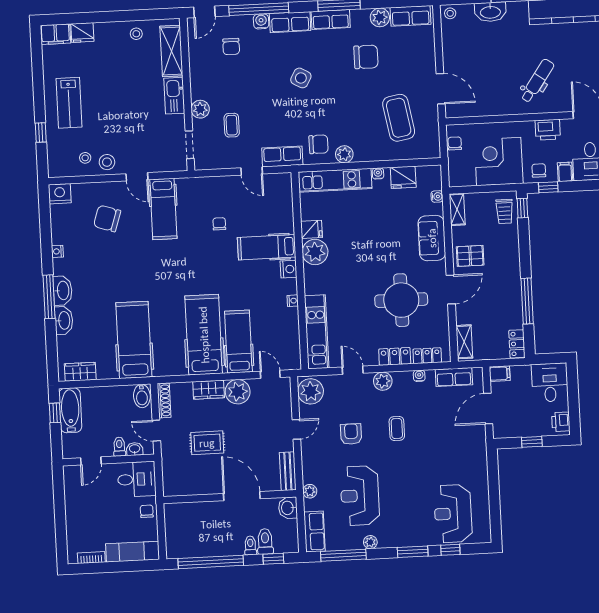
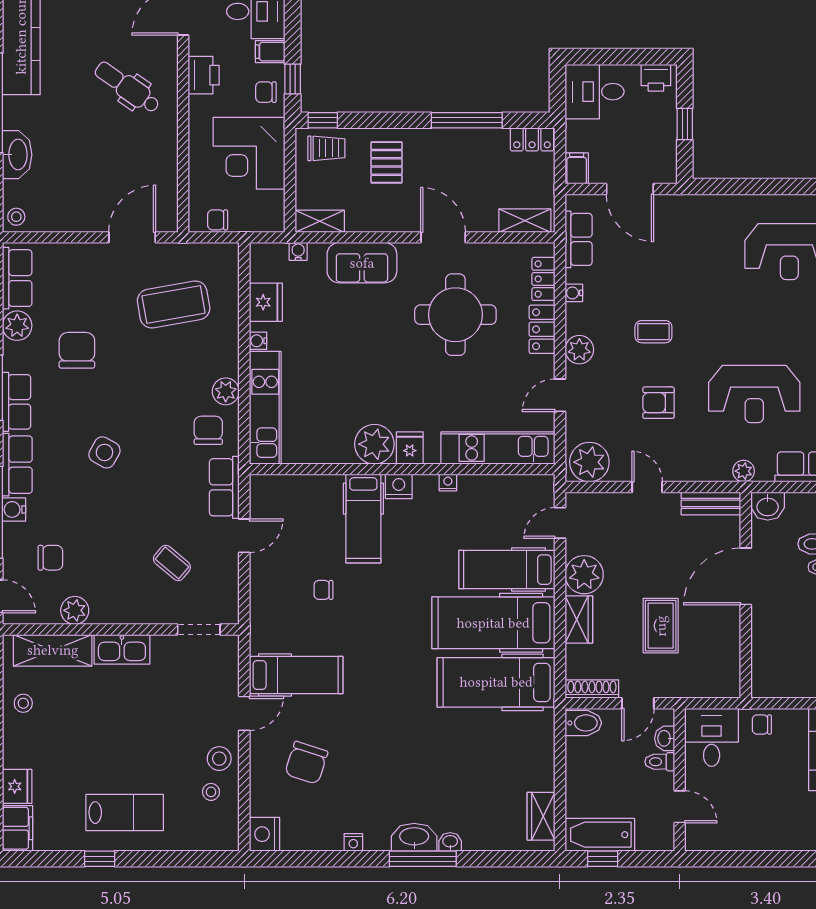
plant: (200, 109) -> (75, 610), moved
coffee table: (232, 125) -> (172, 563), turned 40
window: (41, 132) -> (100, 859), moved
fridge: (311, 229) -> (410, 448), moved
pallet: (470, 256) -> (387, 162), moved
washbasin: (64, 320) -> (450, 842), width x0.52, depth x0.69
hospital bed: (134, 340) -> (496, 682), moved

